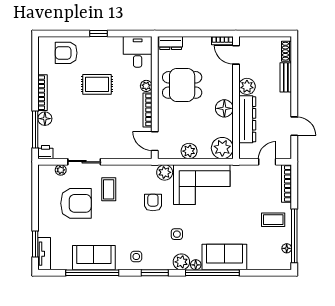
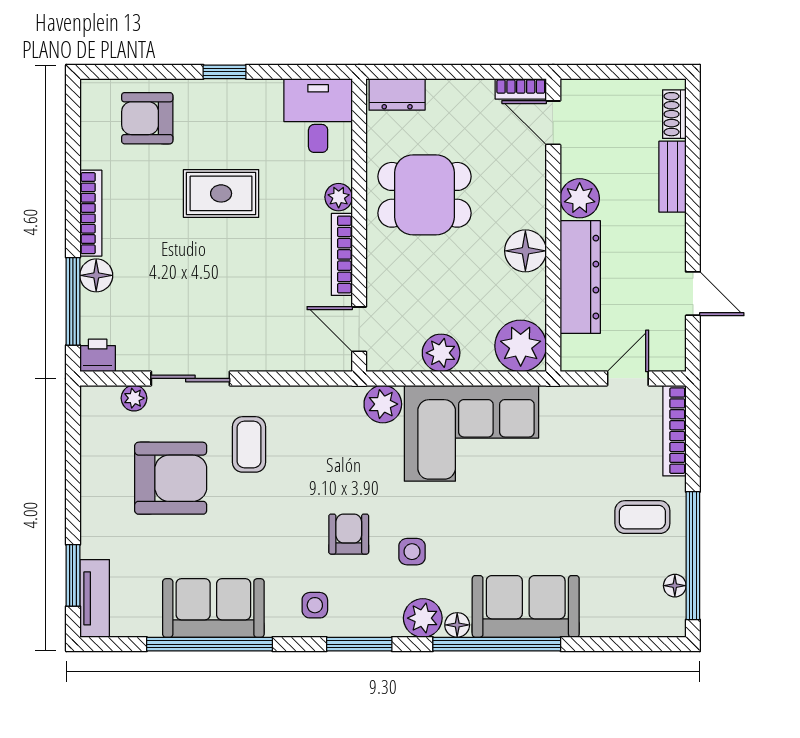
armchair: (153, 203) -> (349, 534), moved

